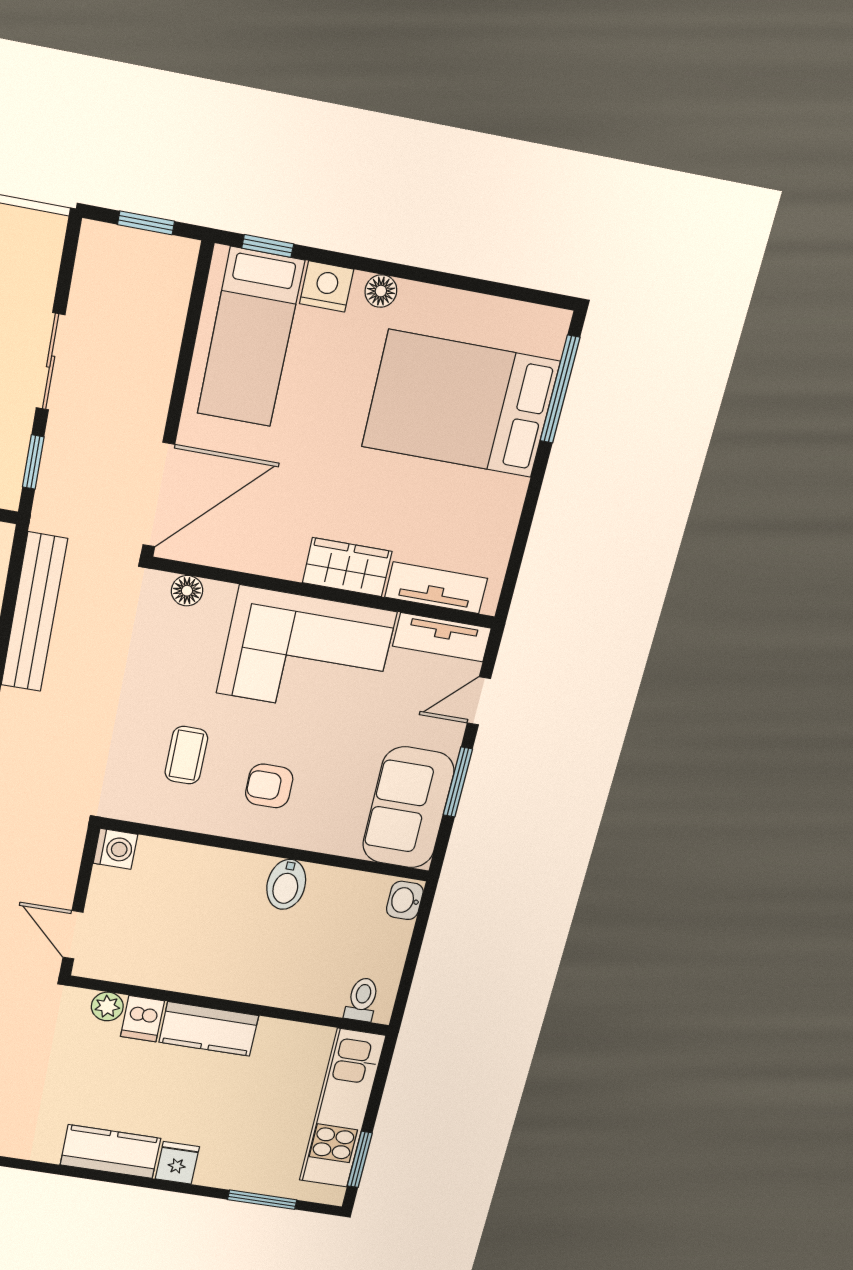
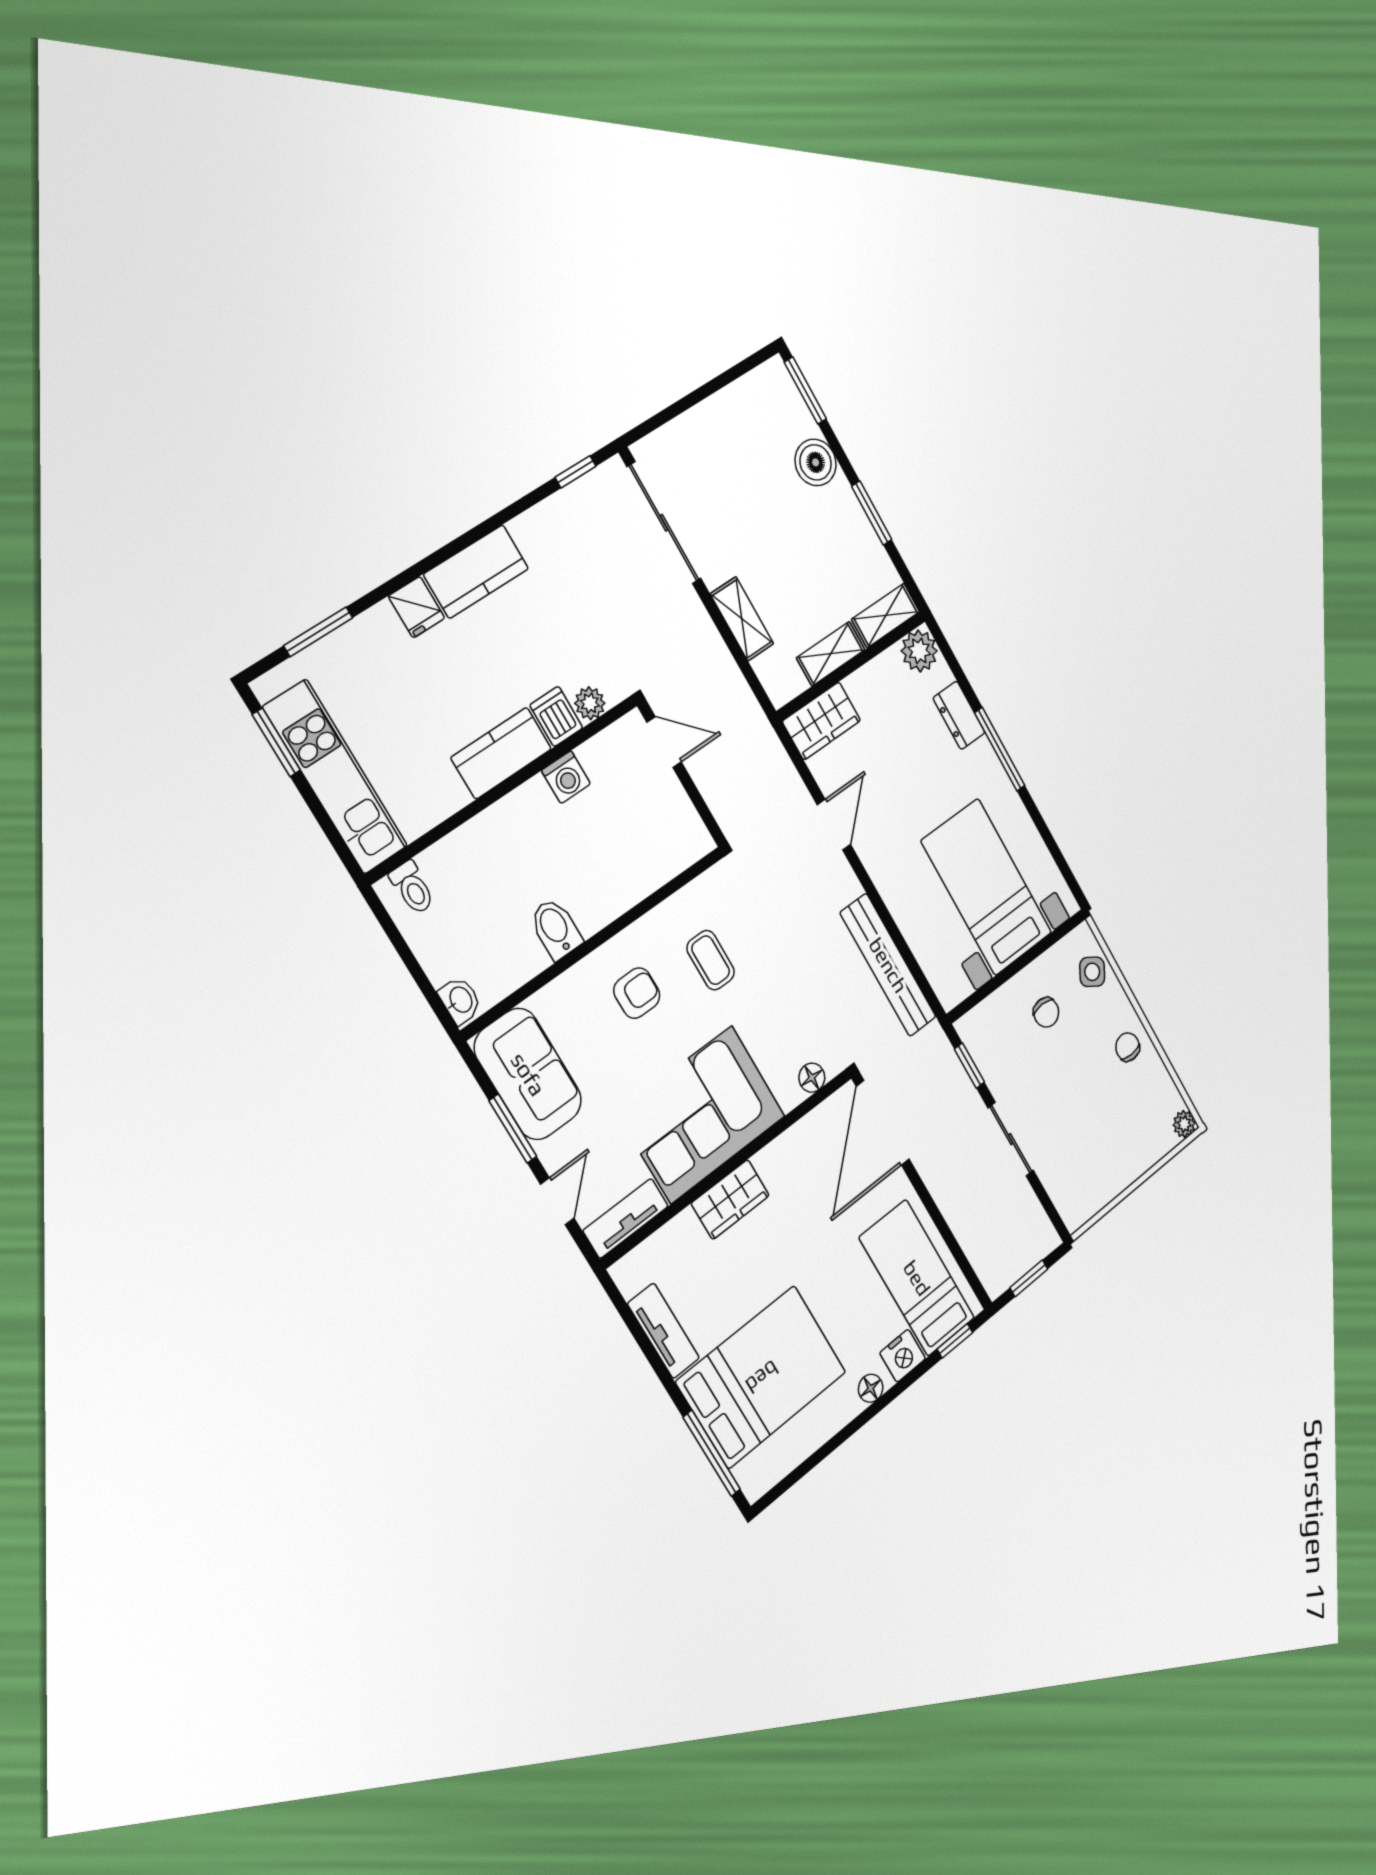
tv unit: (436, 588) -> (663, 1331), moved, turned -90
washing machine: (115, 849) -> (566, 777), moved, turned -90

